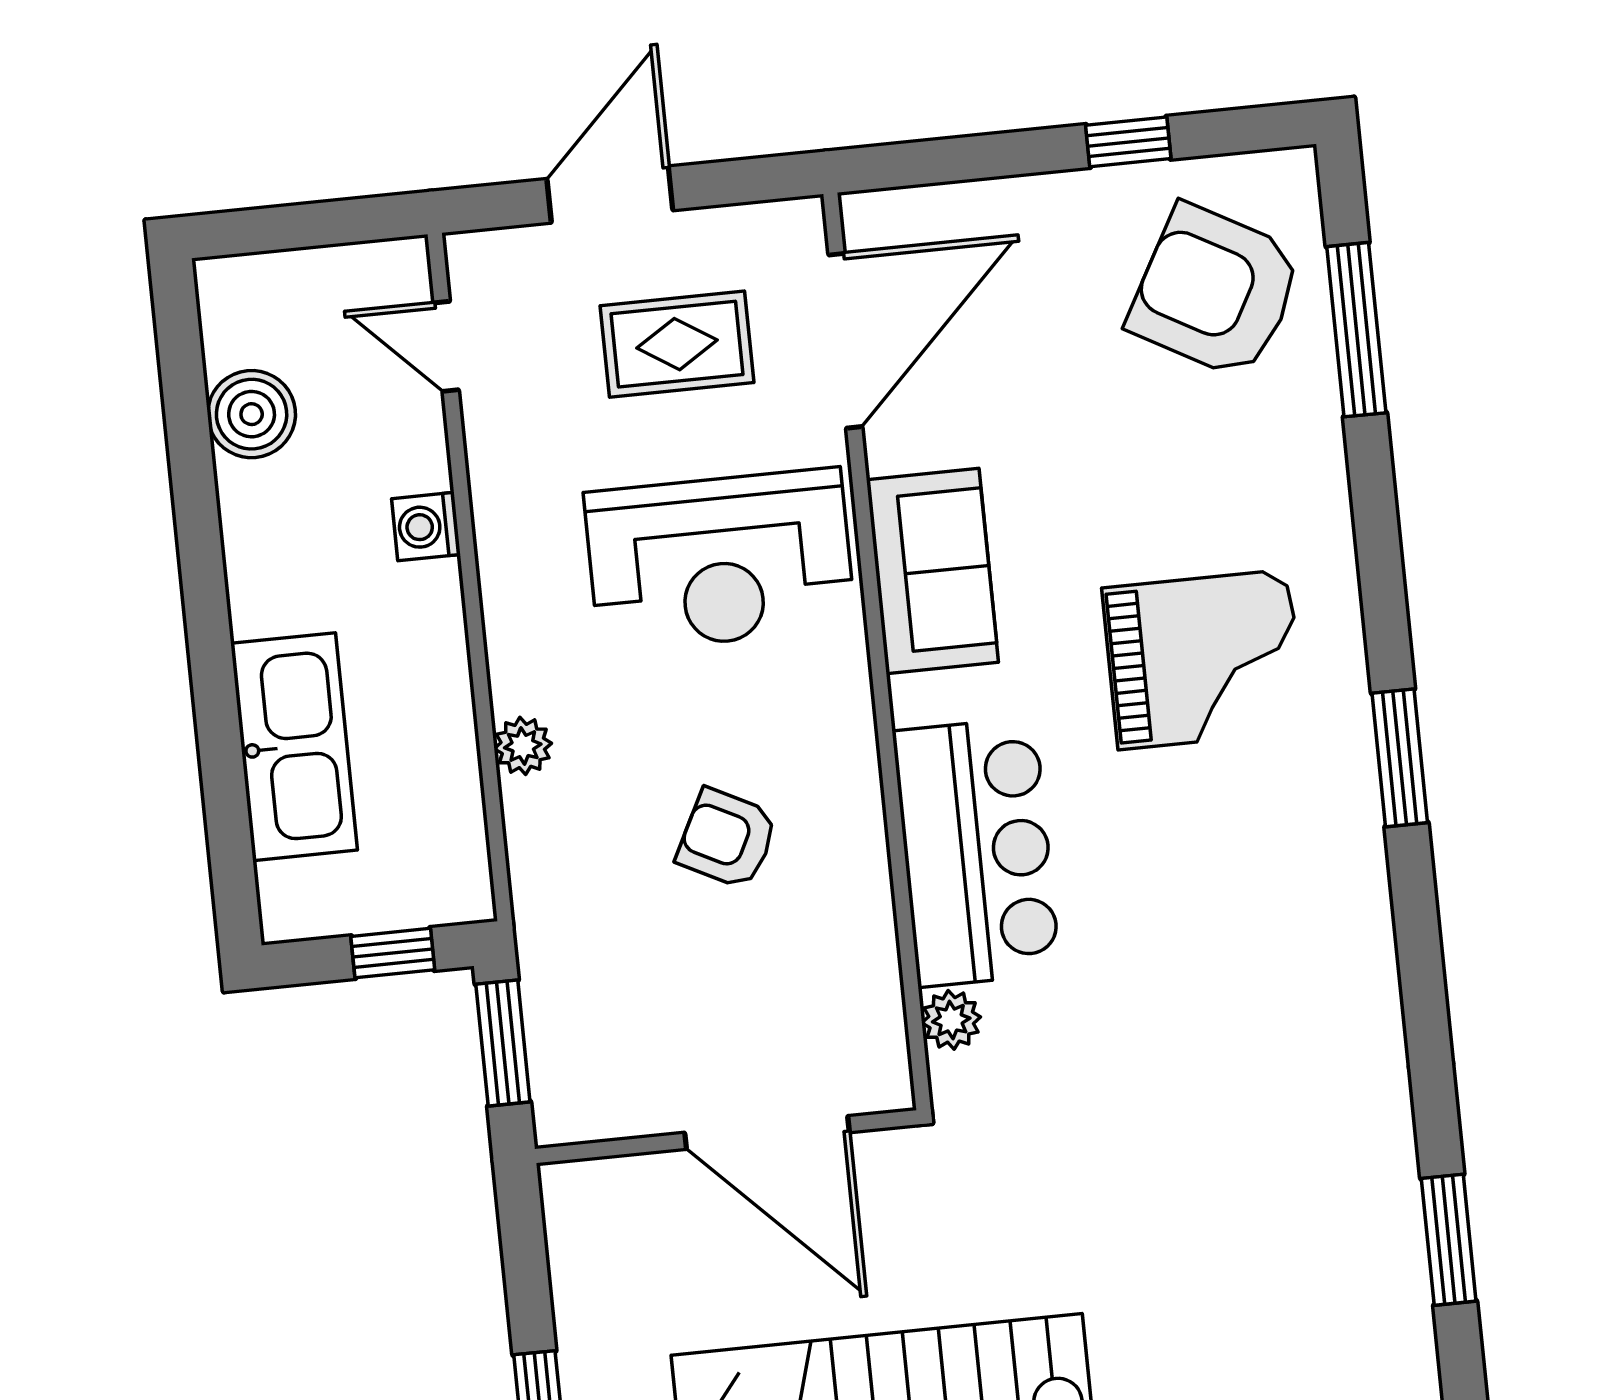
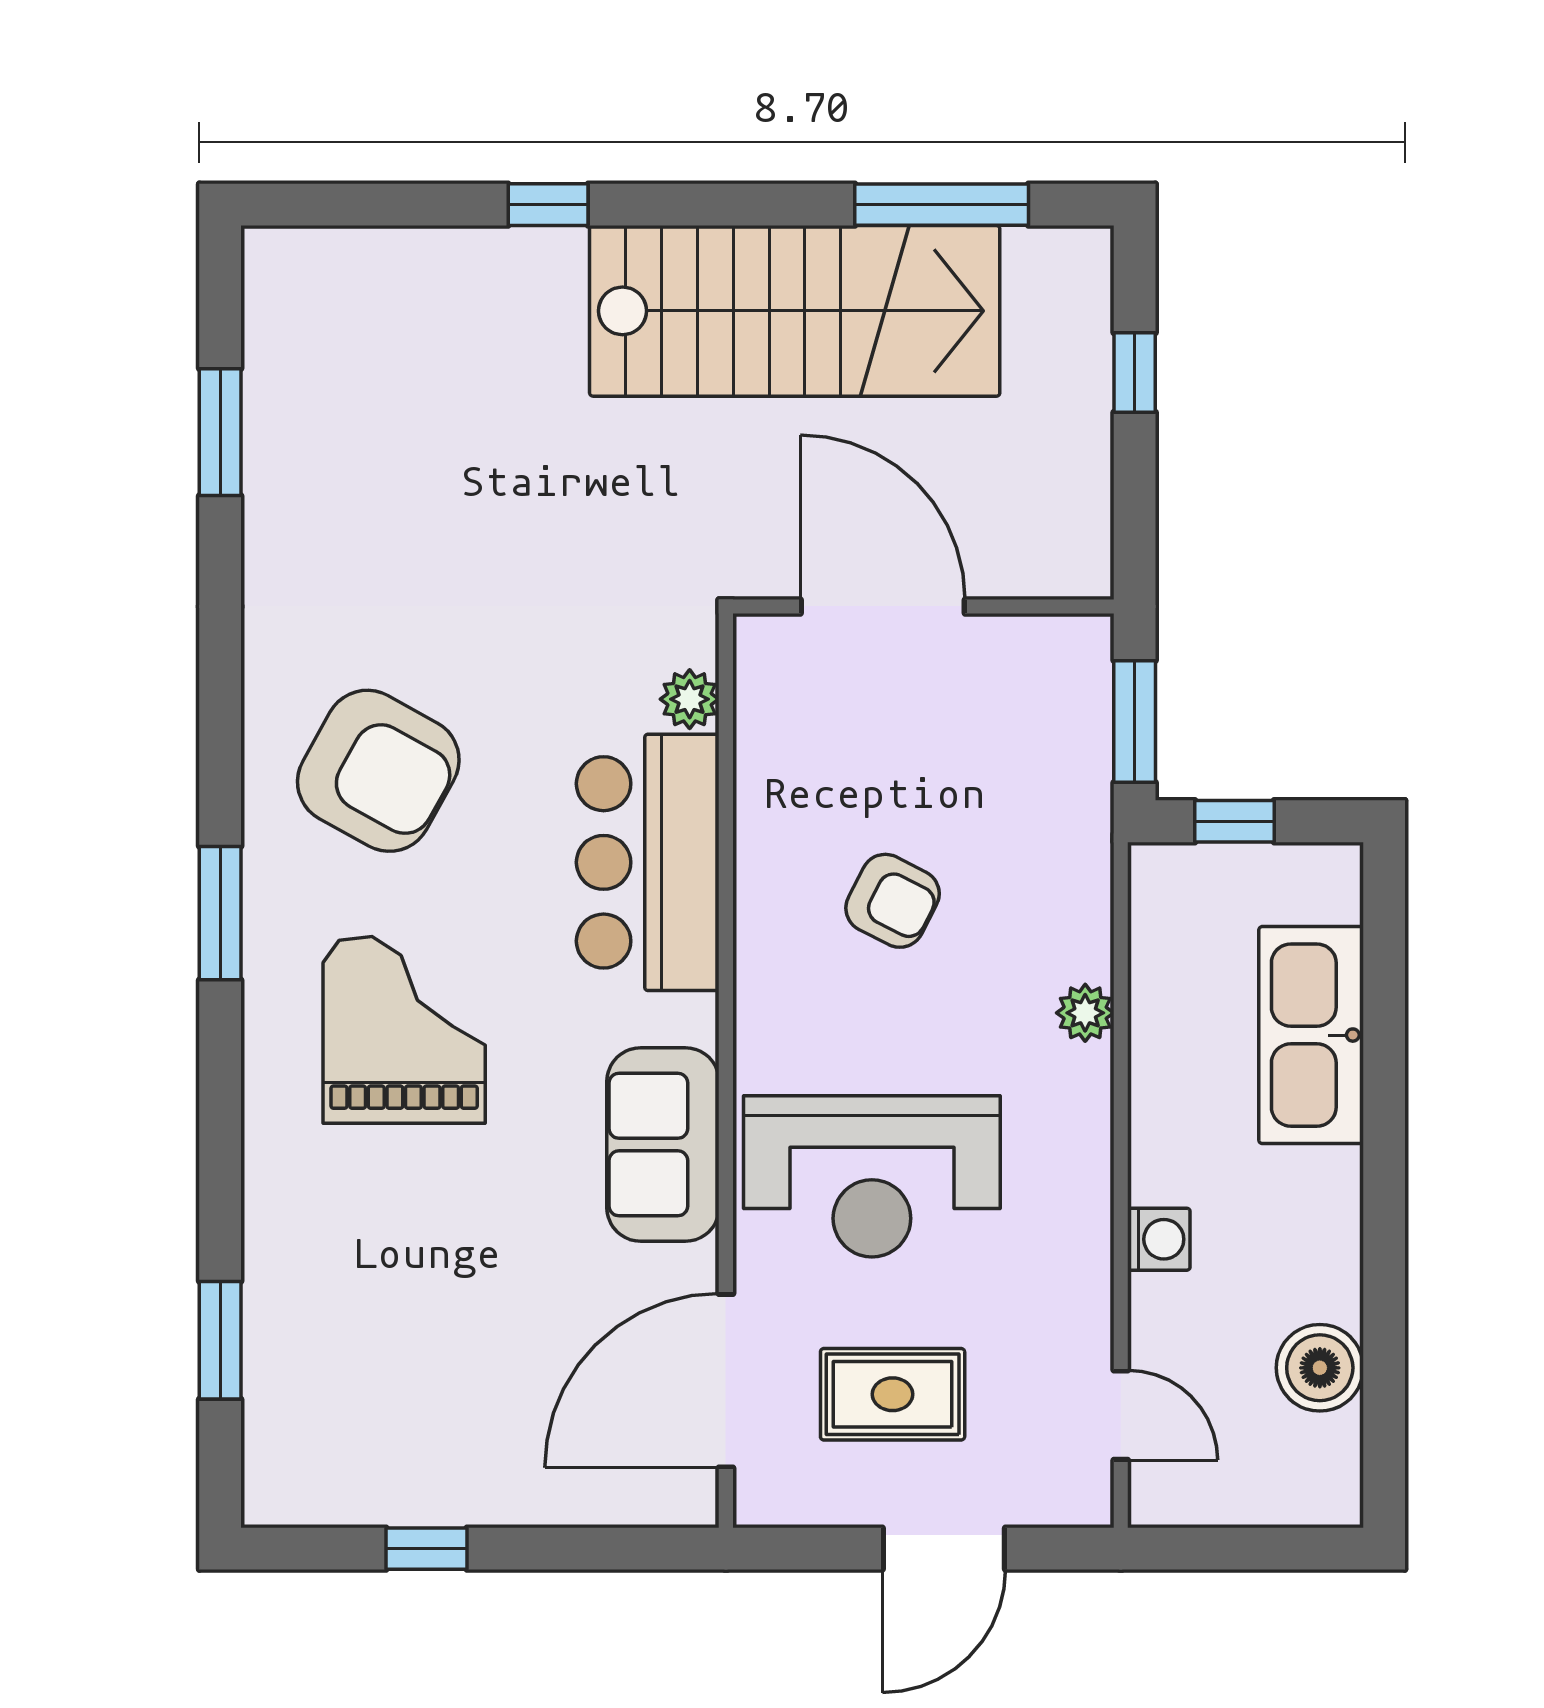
armchair: (1216, 291) -> (378, 771), moved
window: (1356, 330) -> (220, 1340), width x0.69
reception desk: (720, 560) -> (872, 1176), turned 180
grand piano: (1204, 660) -> (404, 1030), turned 90

